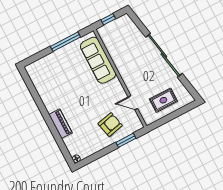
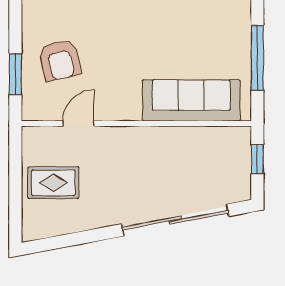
sliding door: (164, 55) -> (175, 220), moved
rug: (163, 100) -> (53, 183), turned 90

